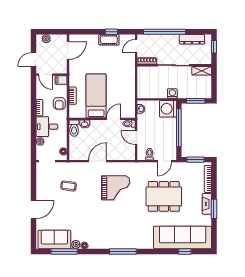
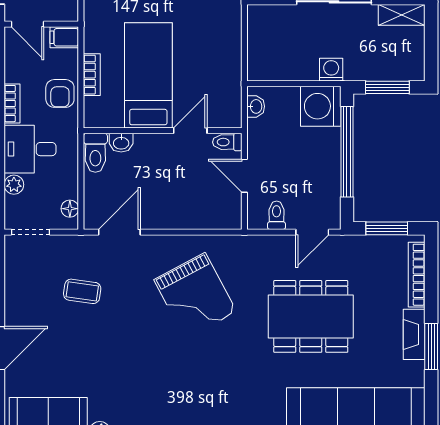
door: (97, 161) -> (119, 232), moved
grand piano: (116, 188) -> (195, 296), turned 62

